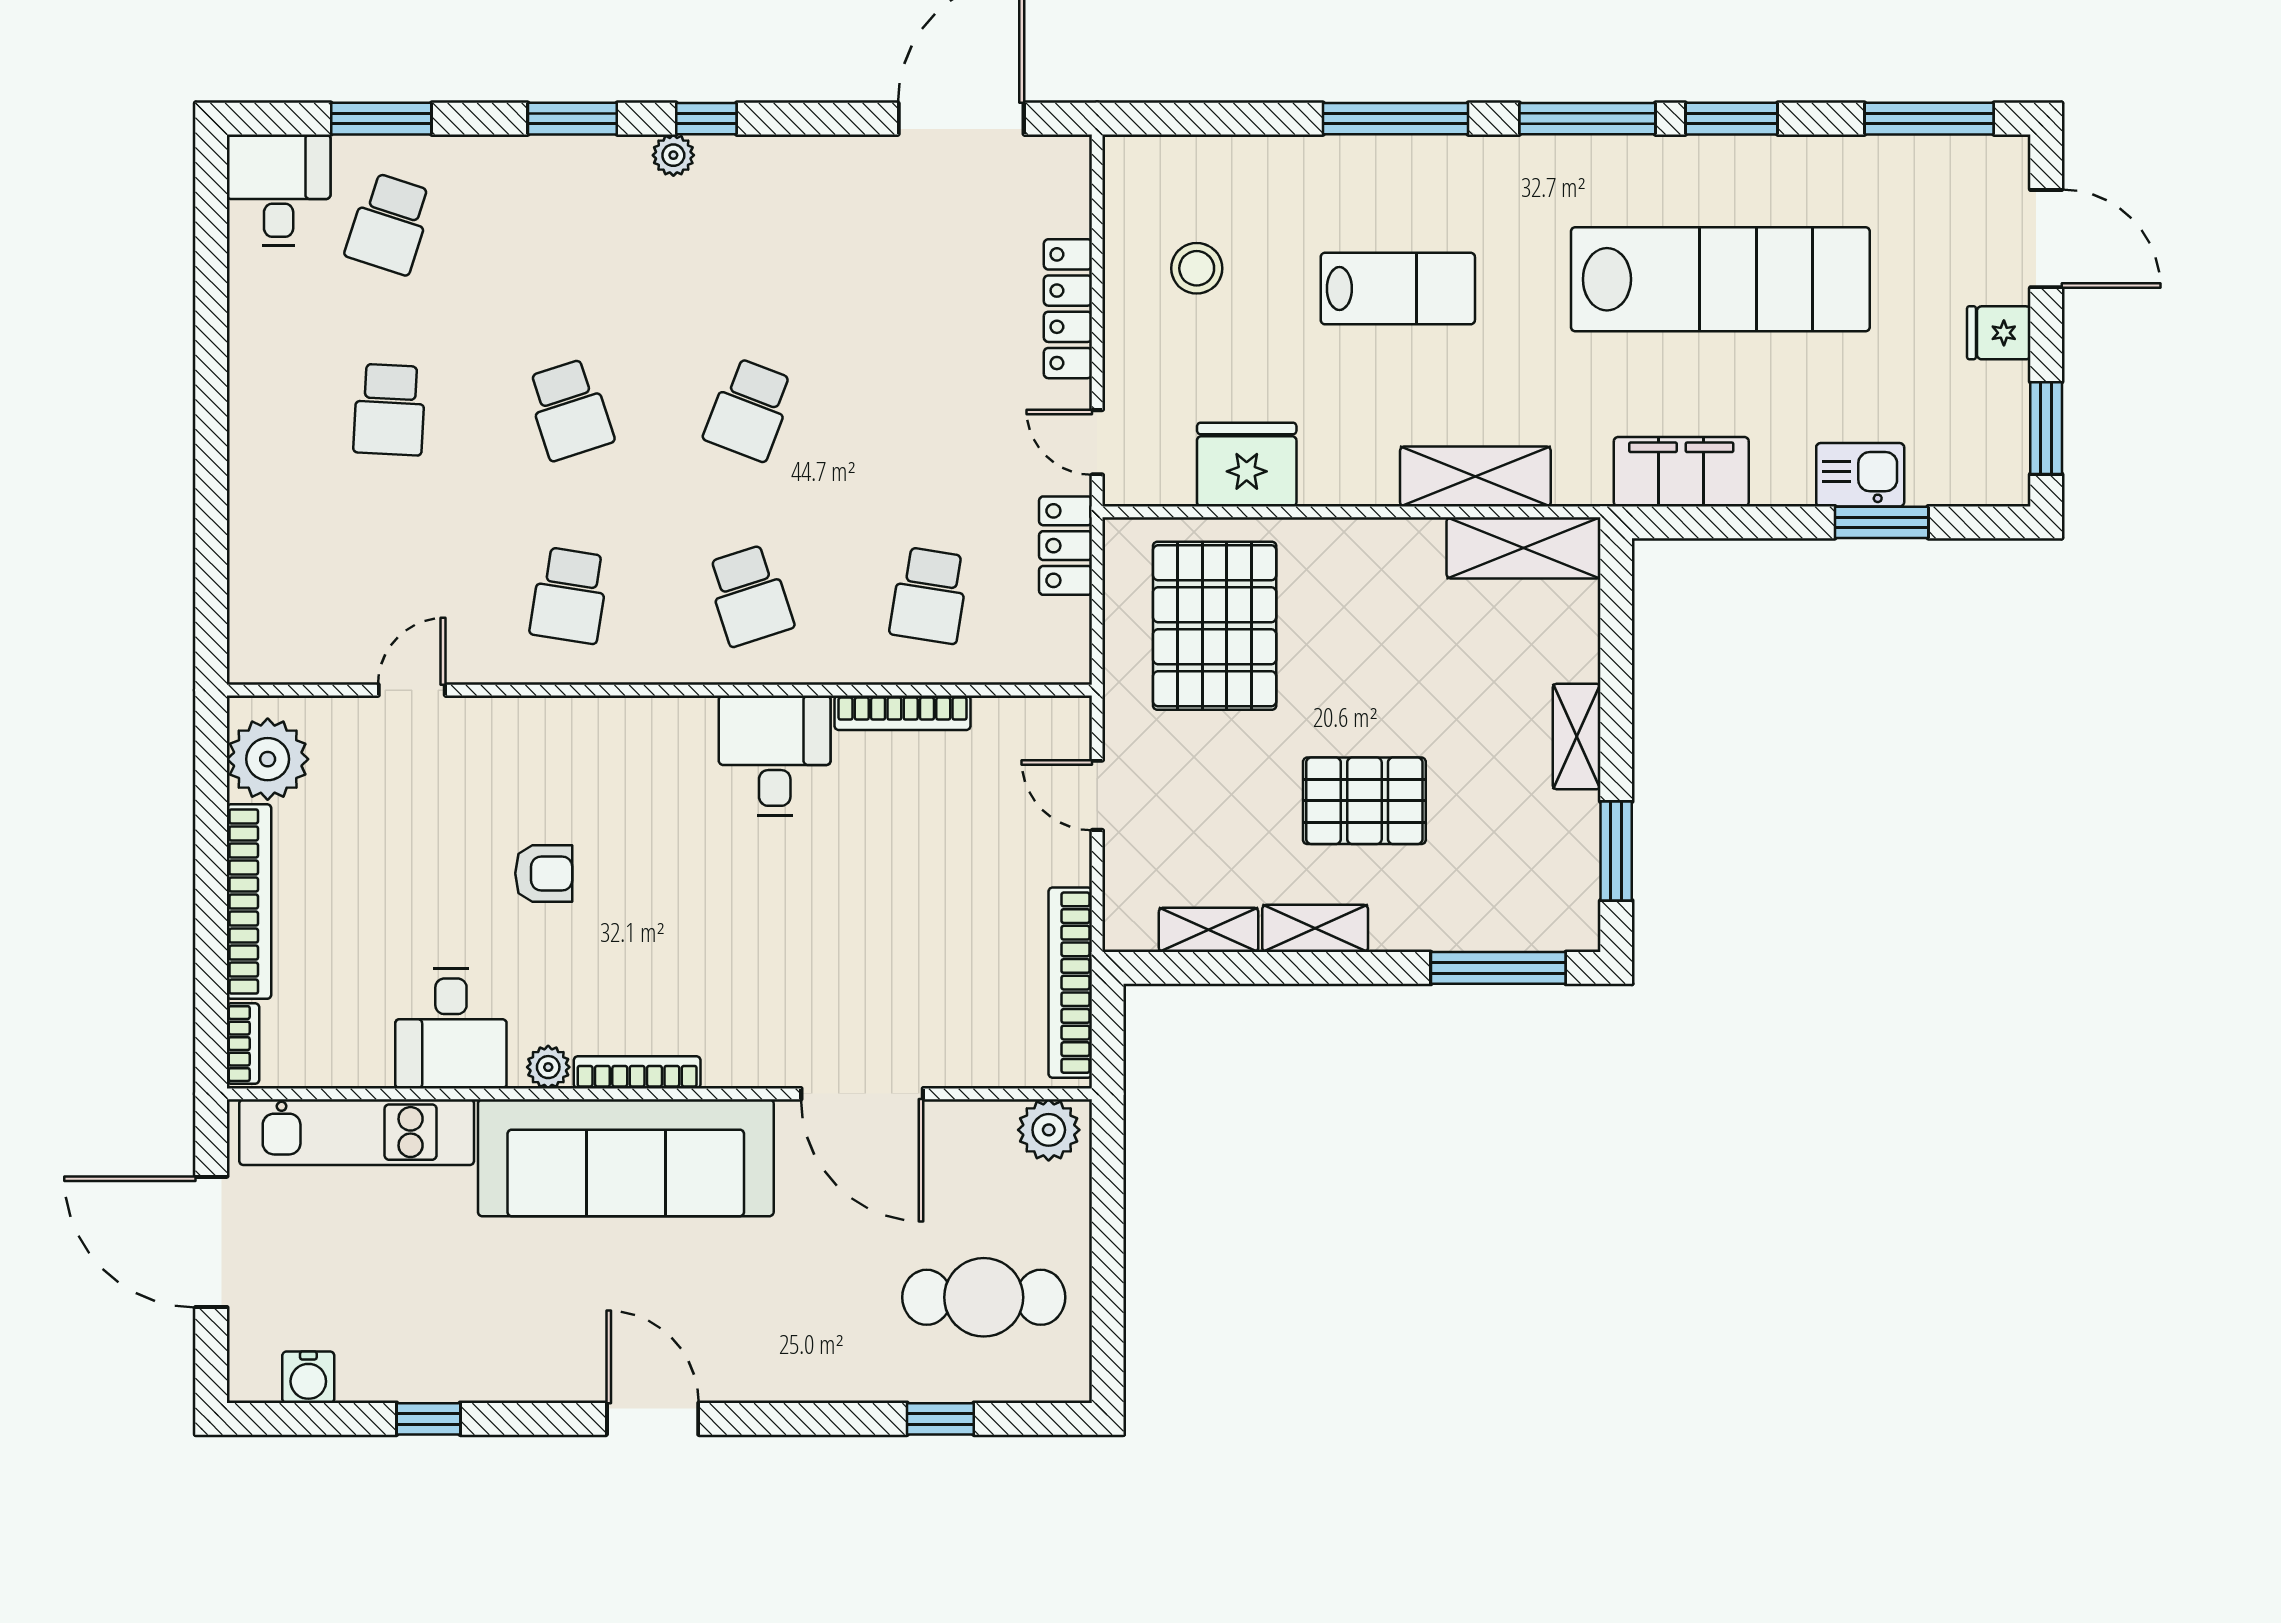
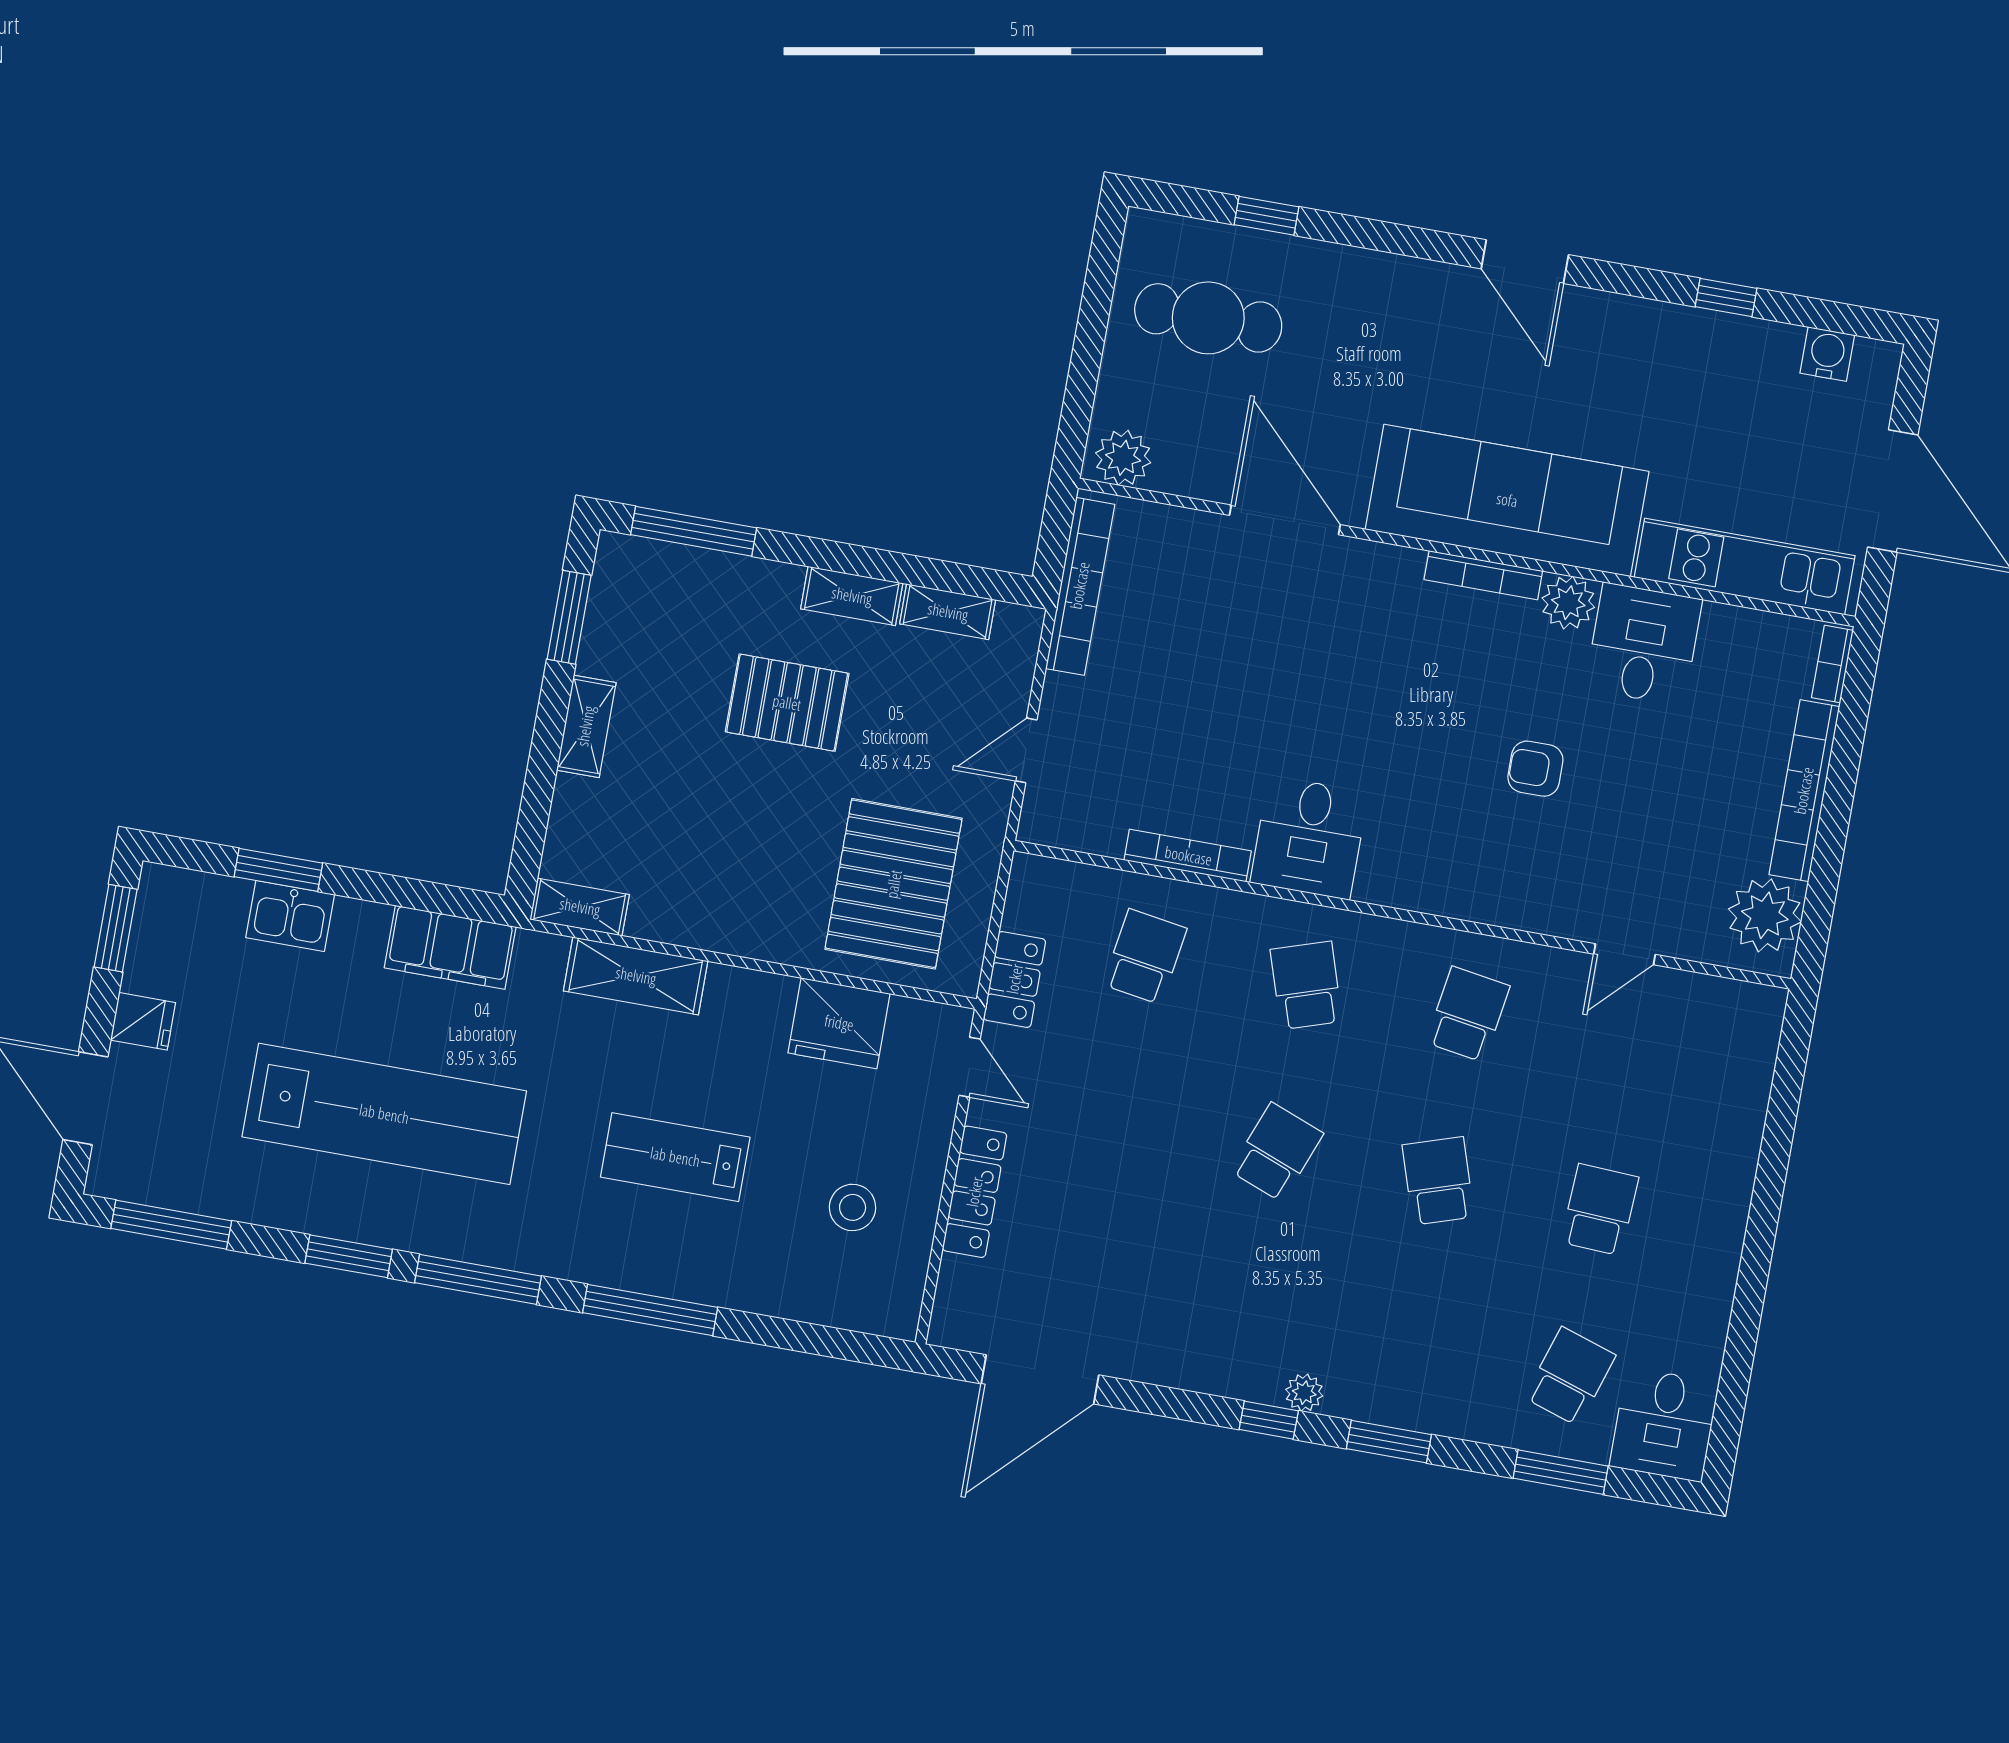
lab bench: (1720, 279) -> (384, 1114), turned 180
shelving: (1524, 548) -> (580, 907), width x0.67, depth x0.75
door: (1097, 795) -> (1026, 750), swing flipped
plant: (548, 1067) -> (1568, 603), width x1.38, depth x1.38

